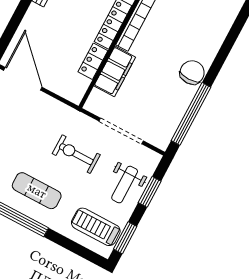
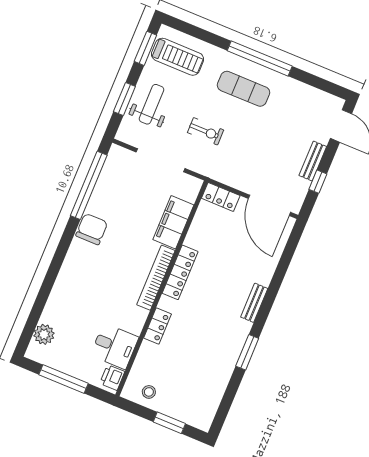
locker: (93, 61) -> (221, 197), moved, turned 90
chair: (192, 73) -> (92, 229), turned 180
exercise bike: (76, 154) -> (206, 131), width x0.73, depth x0.72

